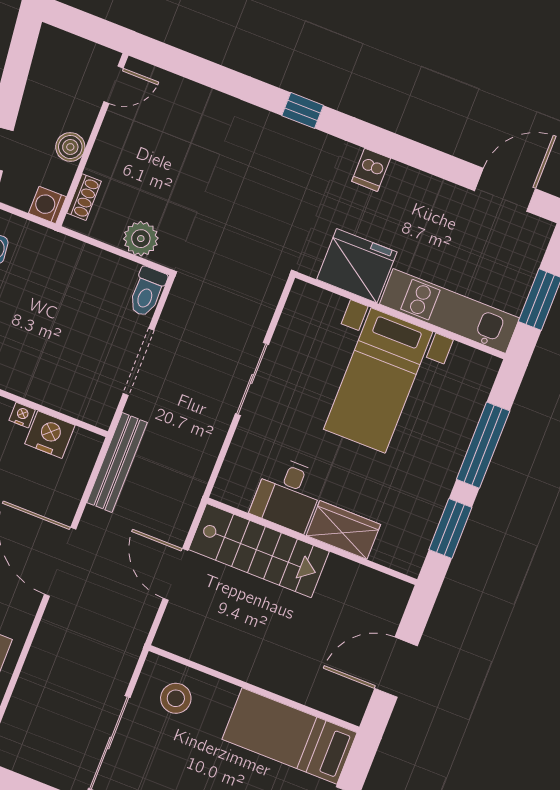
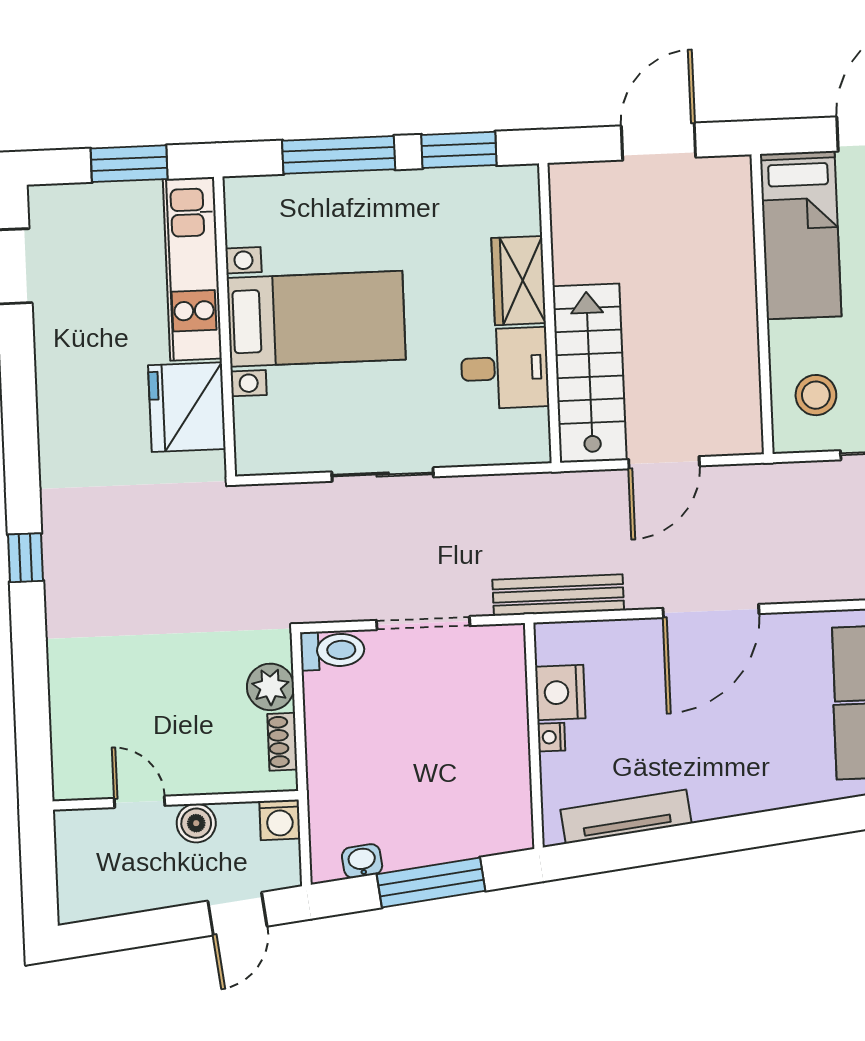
door: (114, 85) -> (140, 802), moved
dishwasher: (371, 170) -> (61, 441), removed
shoe rack: (84, 197) -> (282, 742), moved, turned -90
door: (396, 667) -> (659, 142), swing flipped

